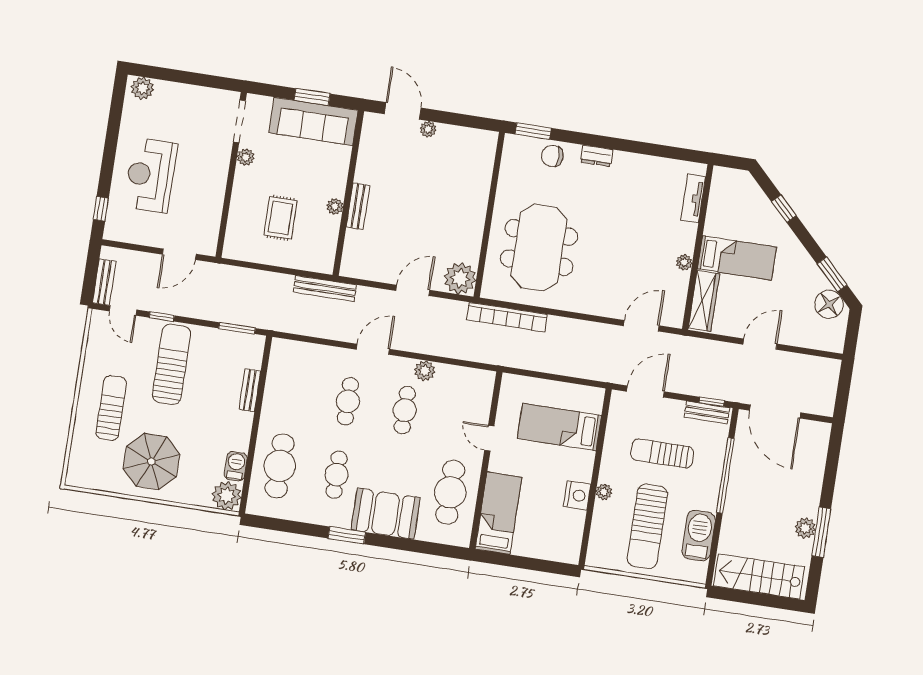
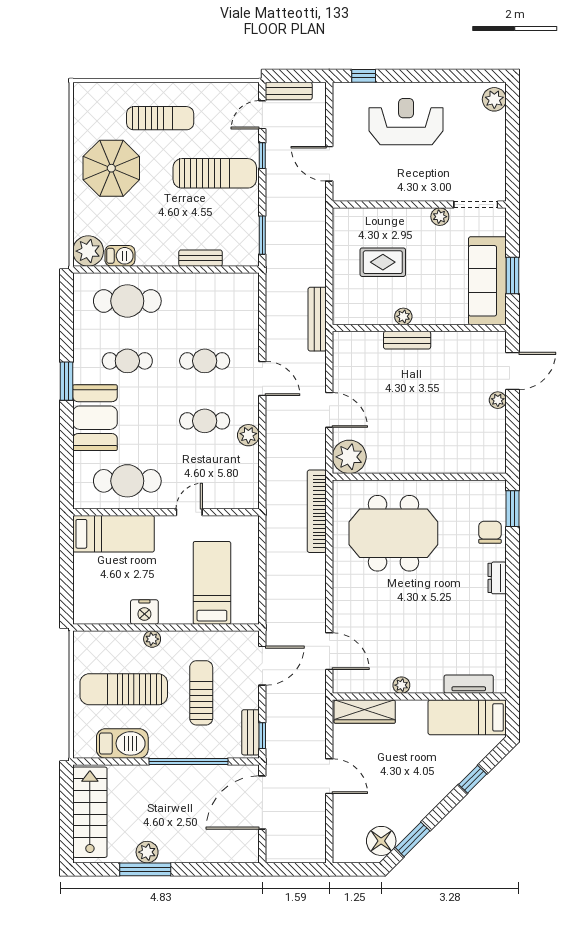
bed: (737, 258) -> (467, 717), moved, turned 90
door: (645, 391) -> (262, 666), hinge flipped

